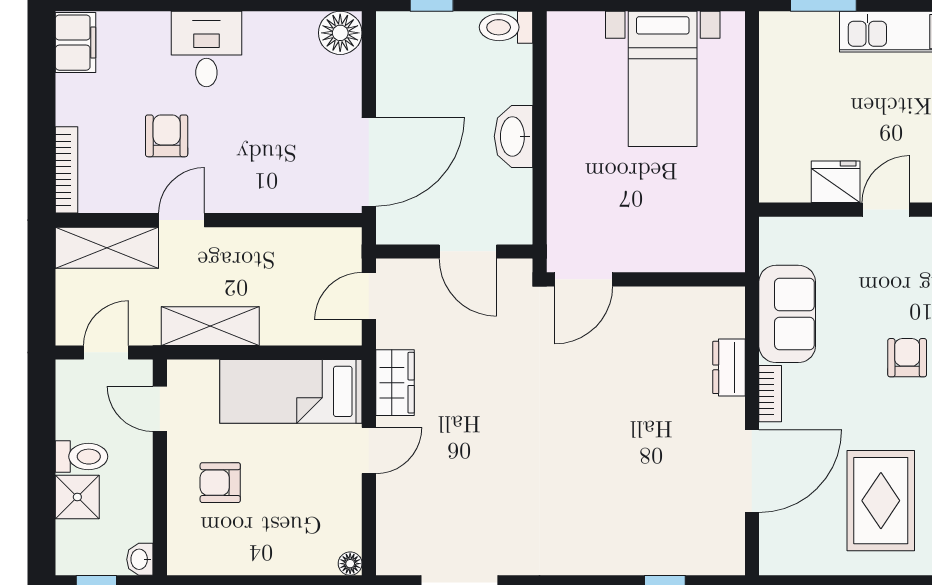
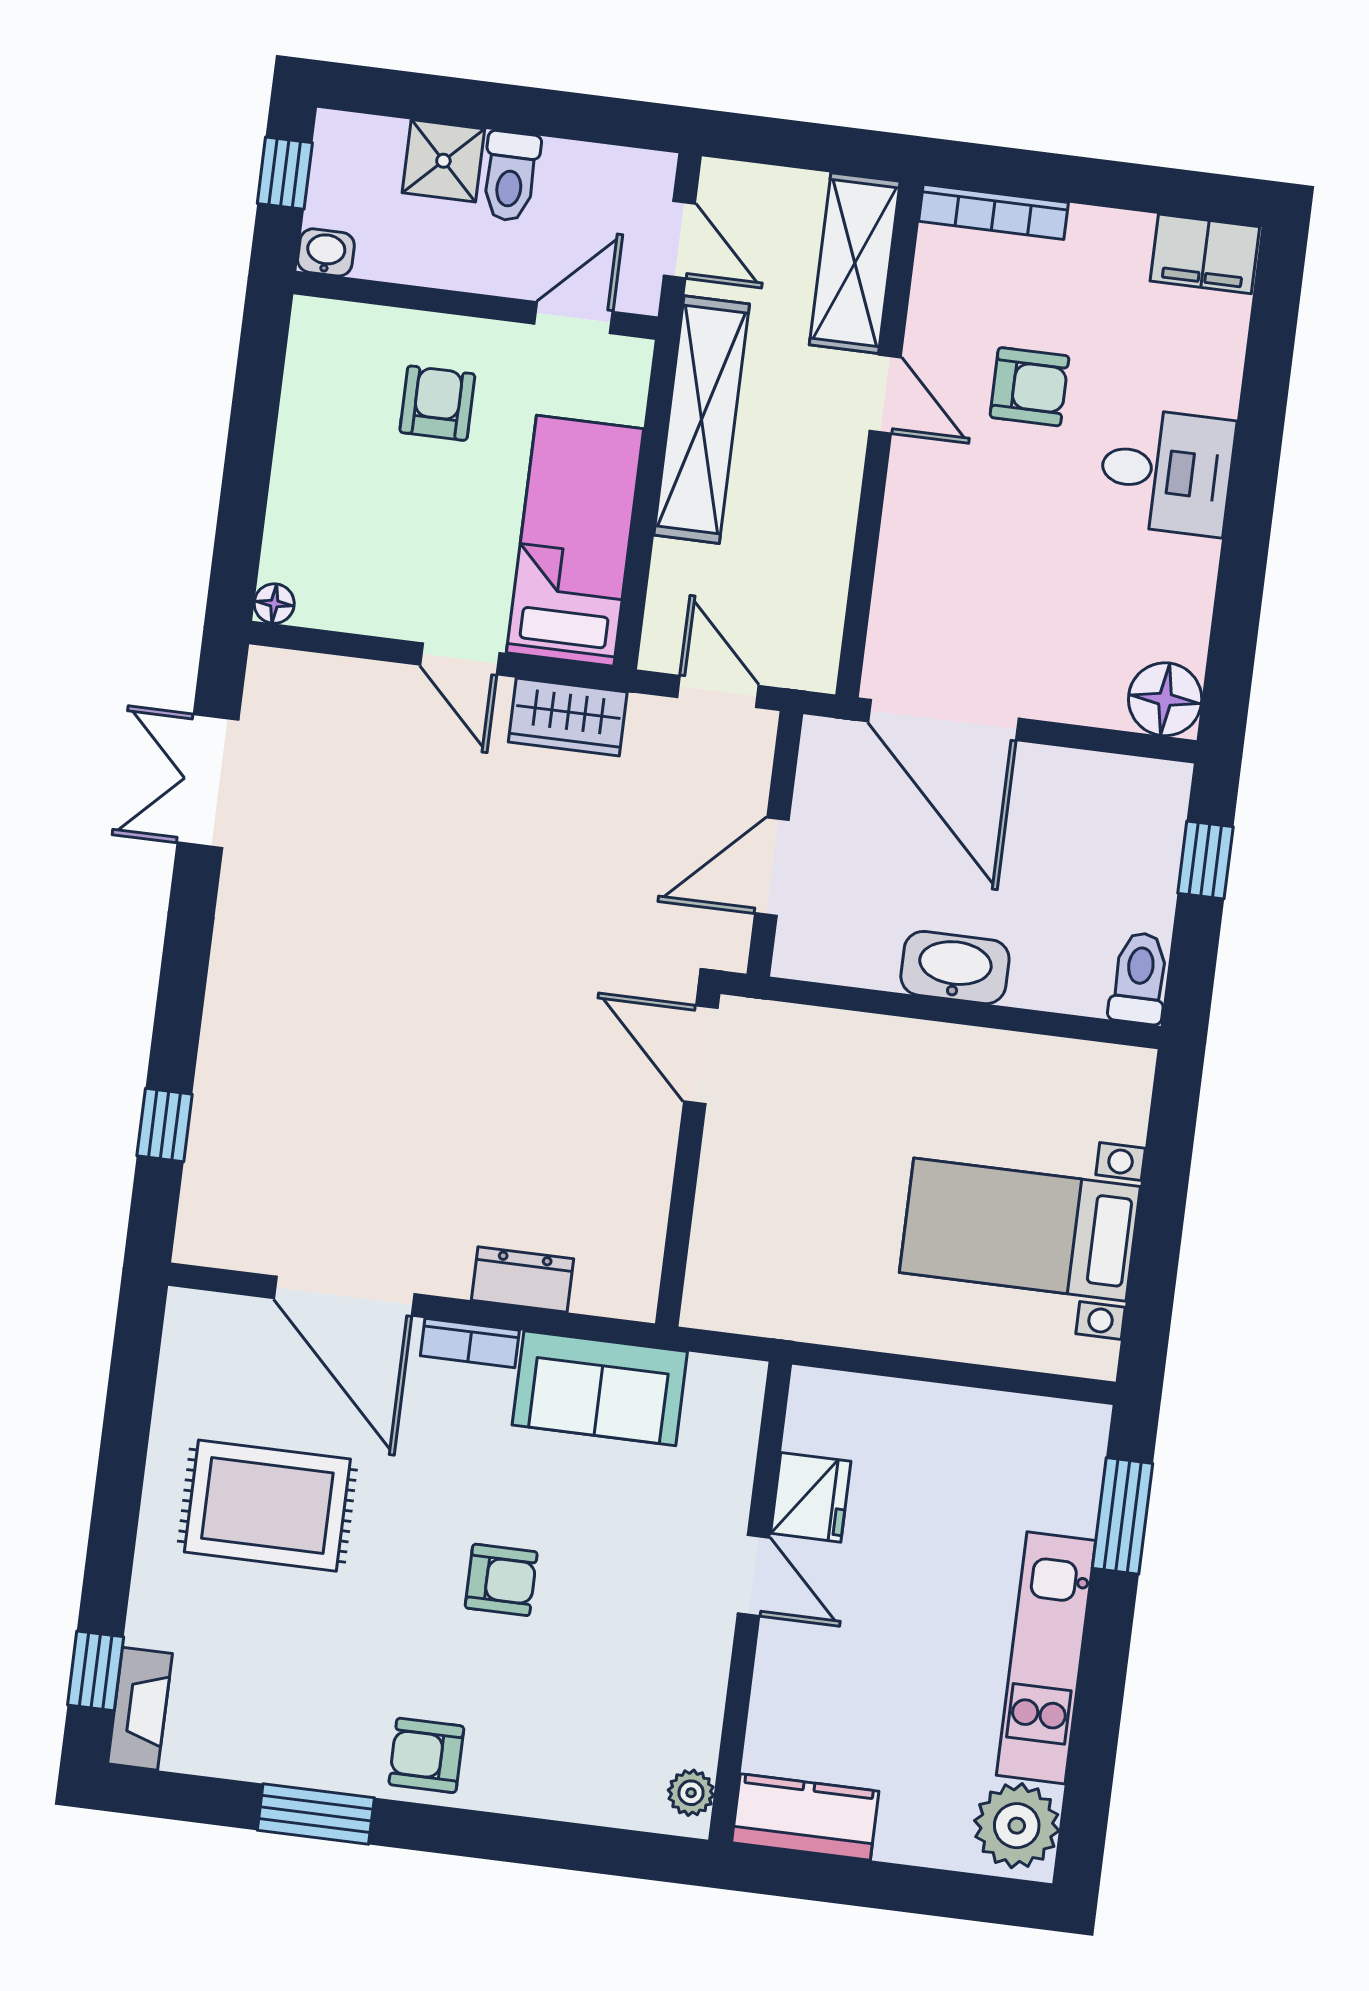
shelving: (210, 326) -> (702, 420), width x1.47

